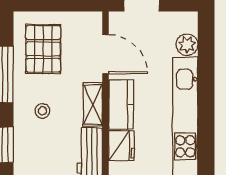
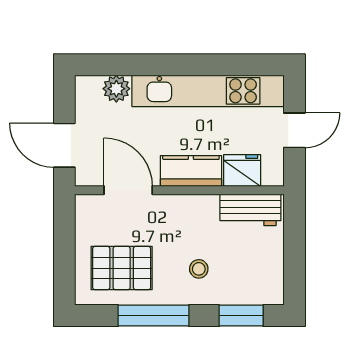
door: (106, 54) -> (128, 190), hinge flipped
shelving: (93, 104) -> (191, 206), removed

